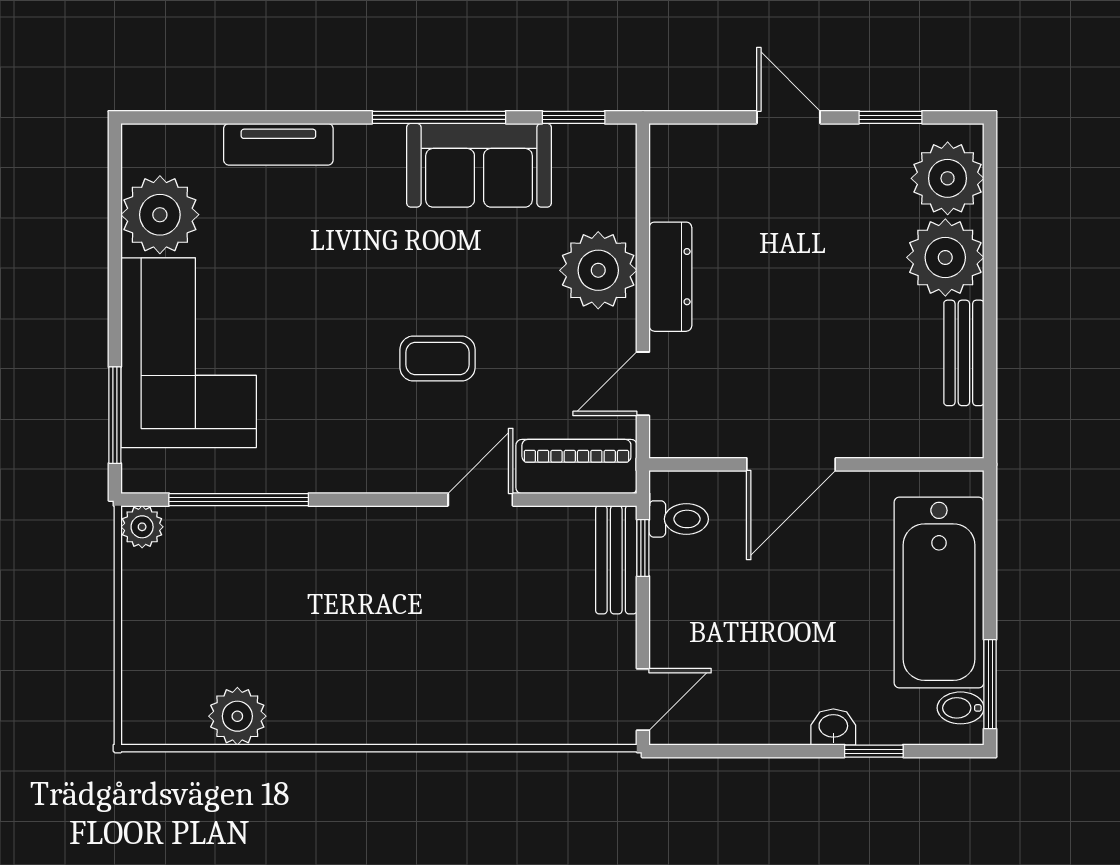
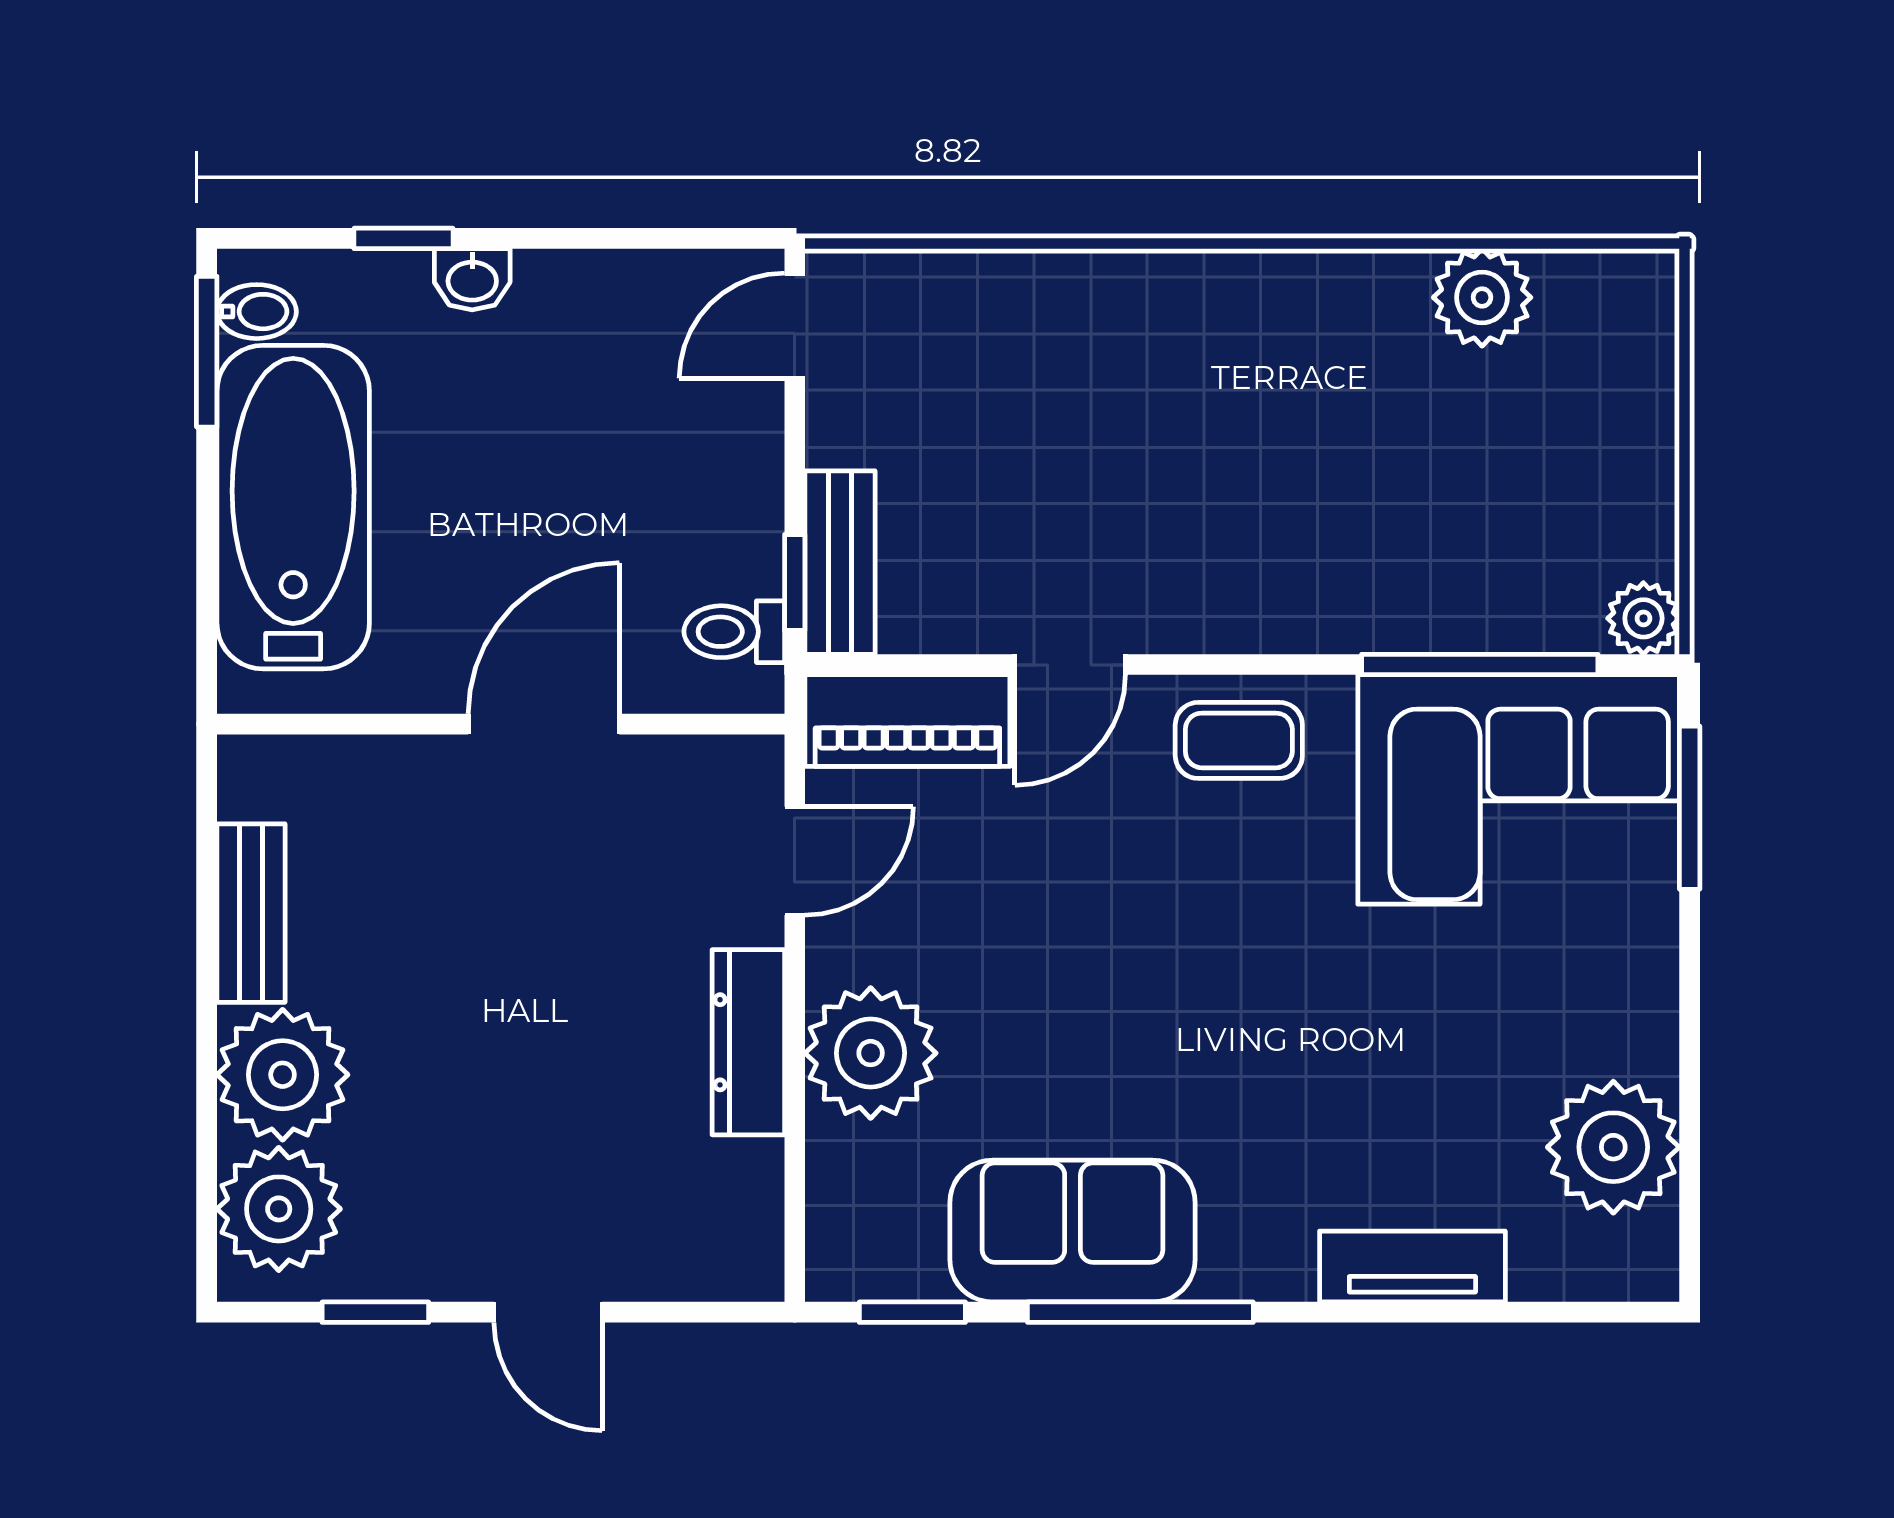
corner sofa: (189, 353) -> (1519, 789), moved, turned -90
coffee table: (437, 359) -> (1239, 740), moved

